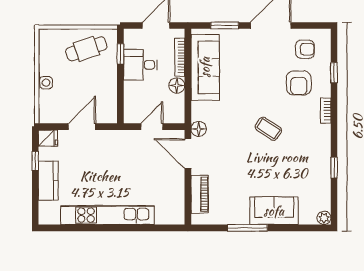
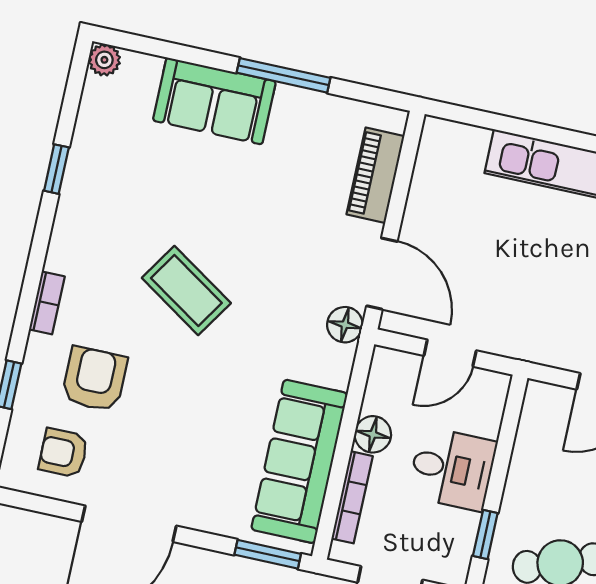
window: (225, 26) -> (268, 554), moved
desk: (140, 65) -> (452, 469), moved
coffee table: (268, 129) -> (186, 290), width x1.36, depth x1.30

